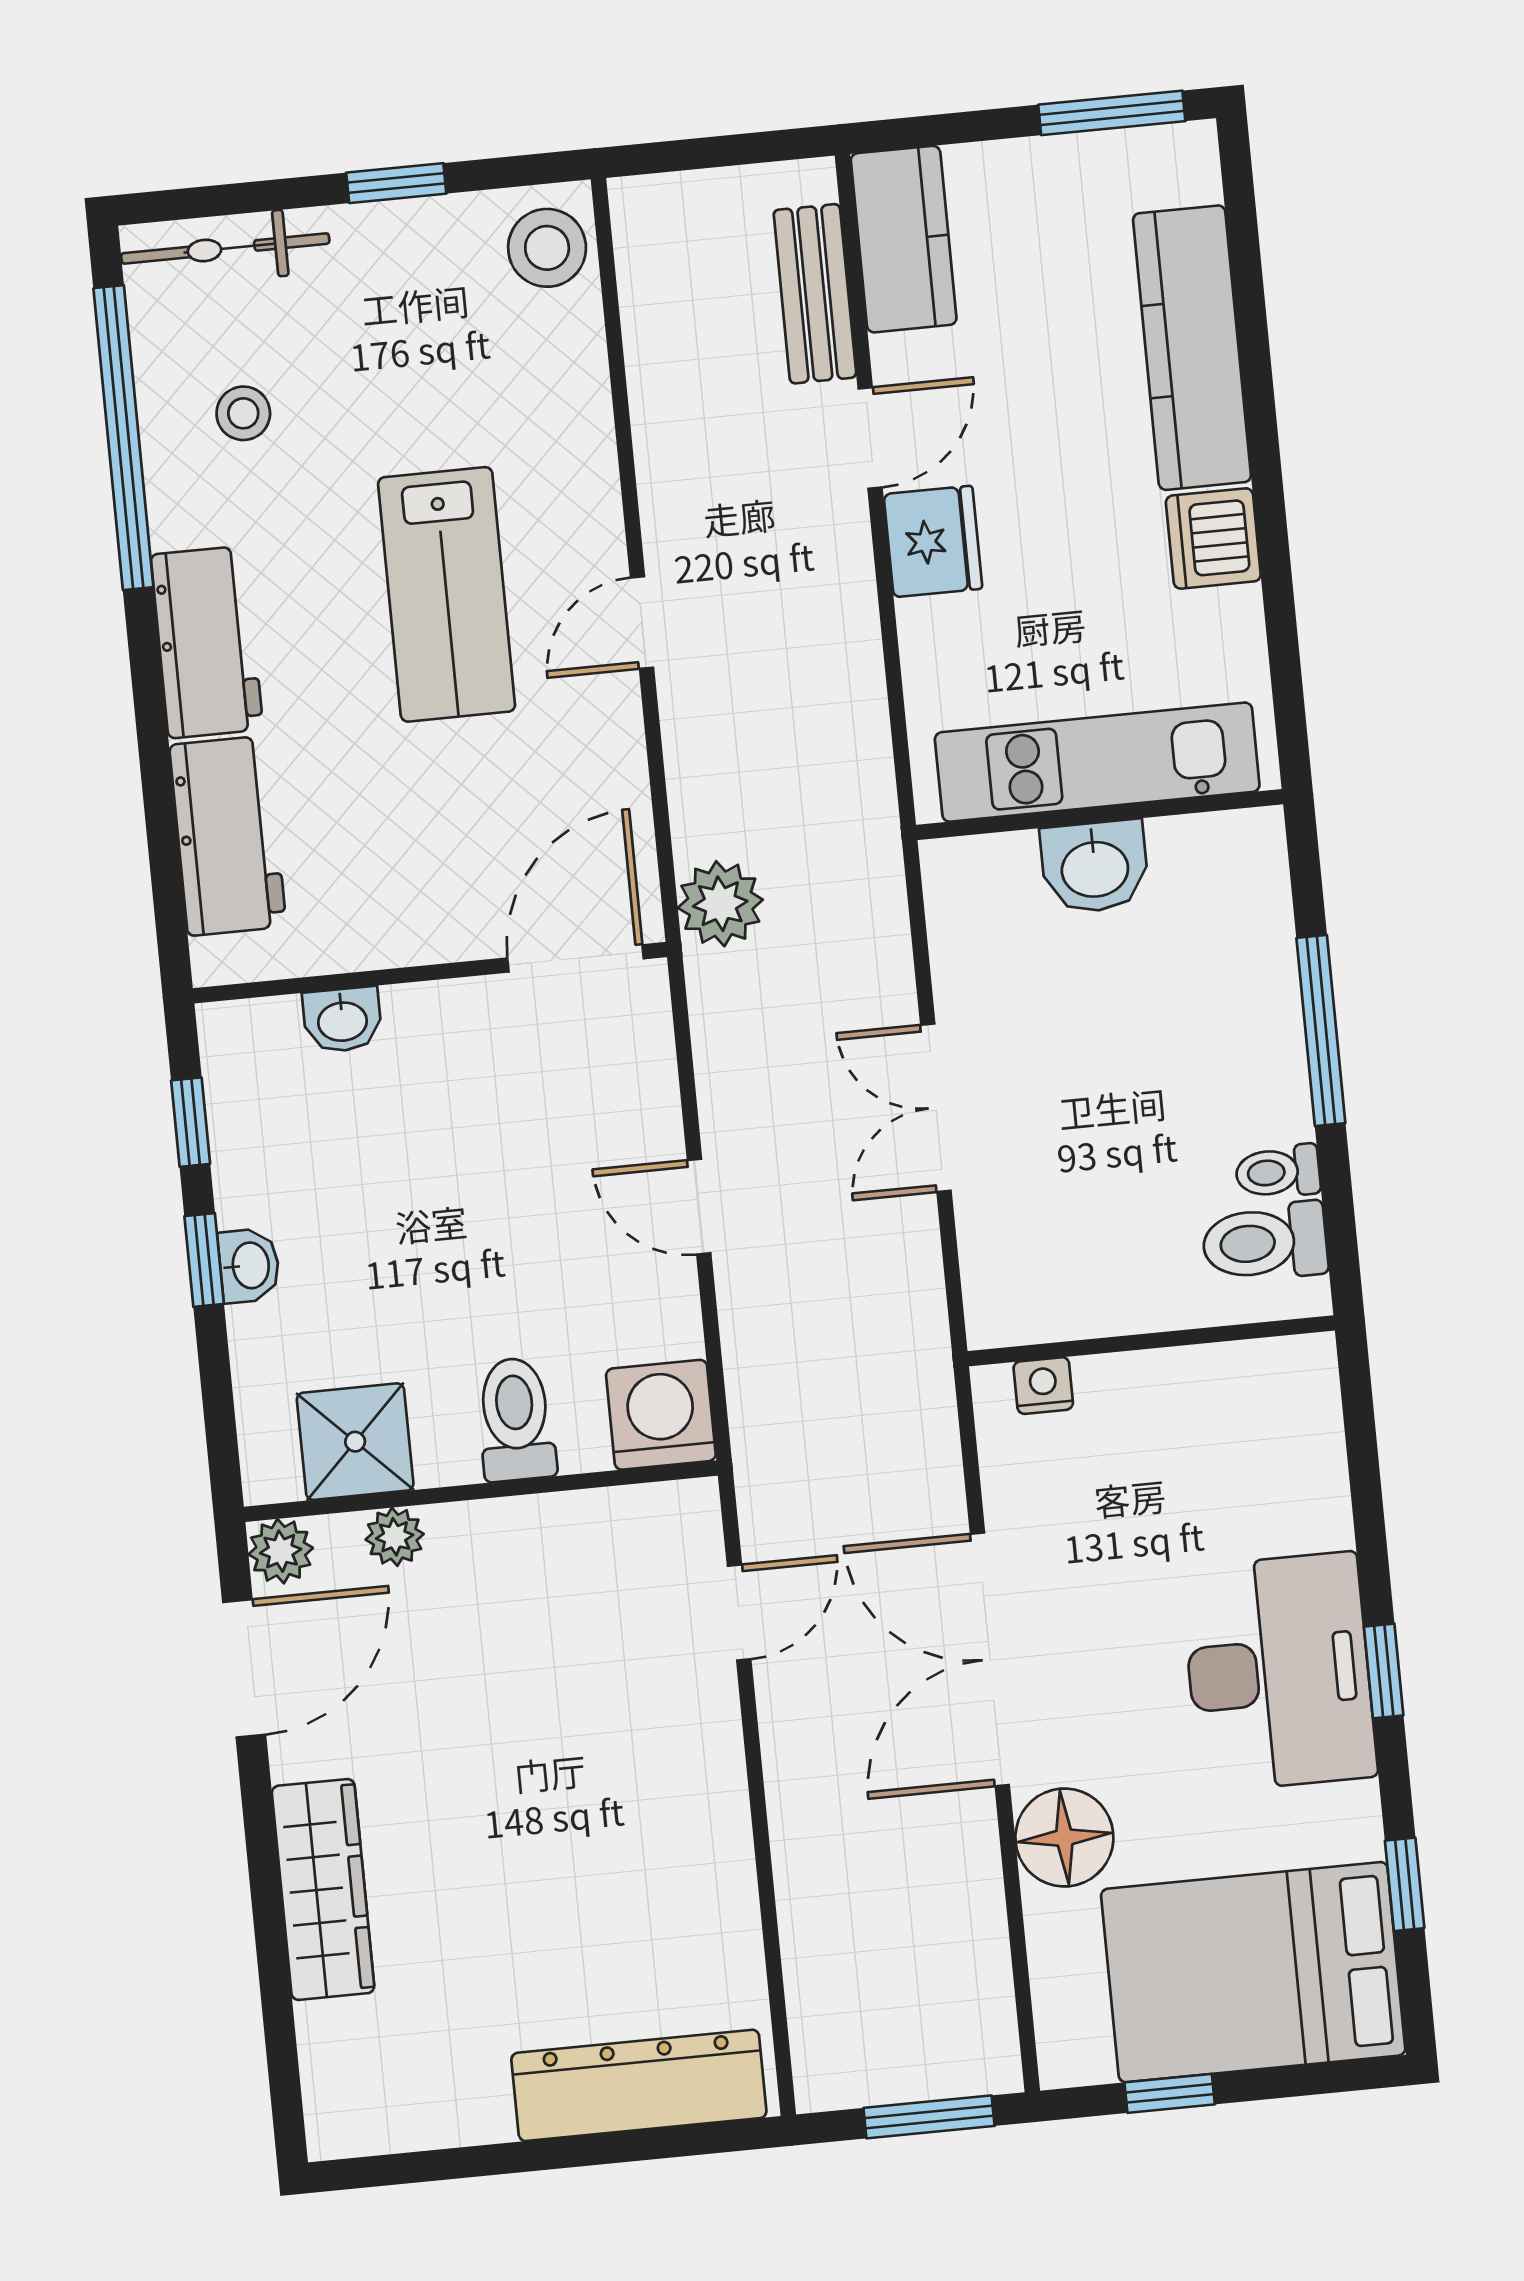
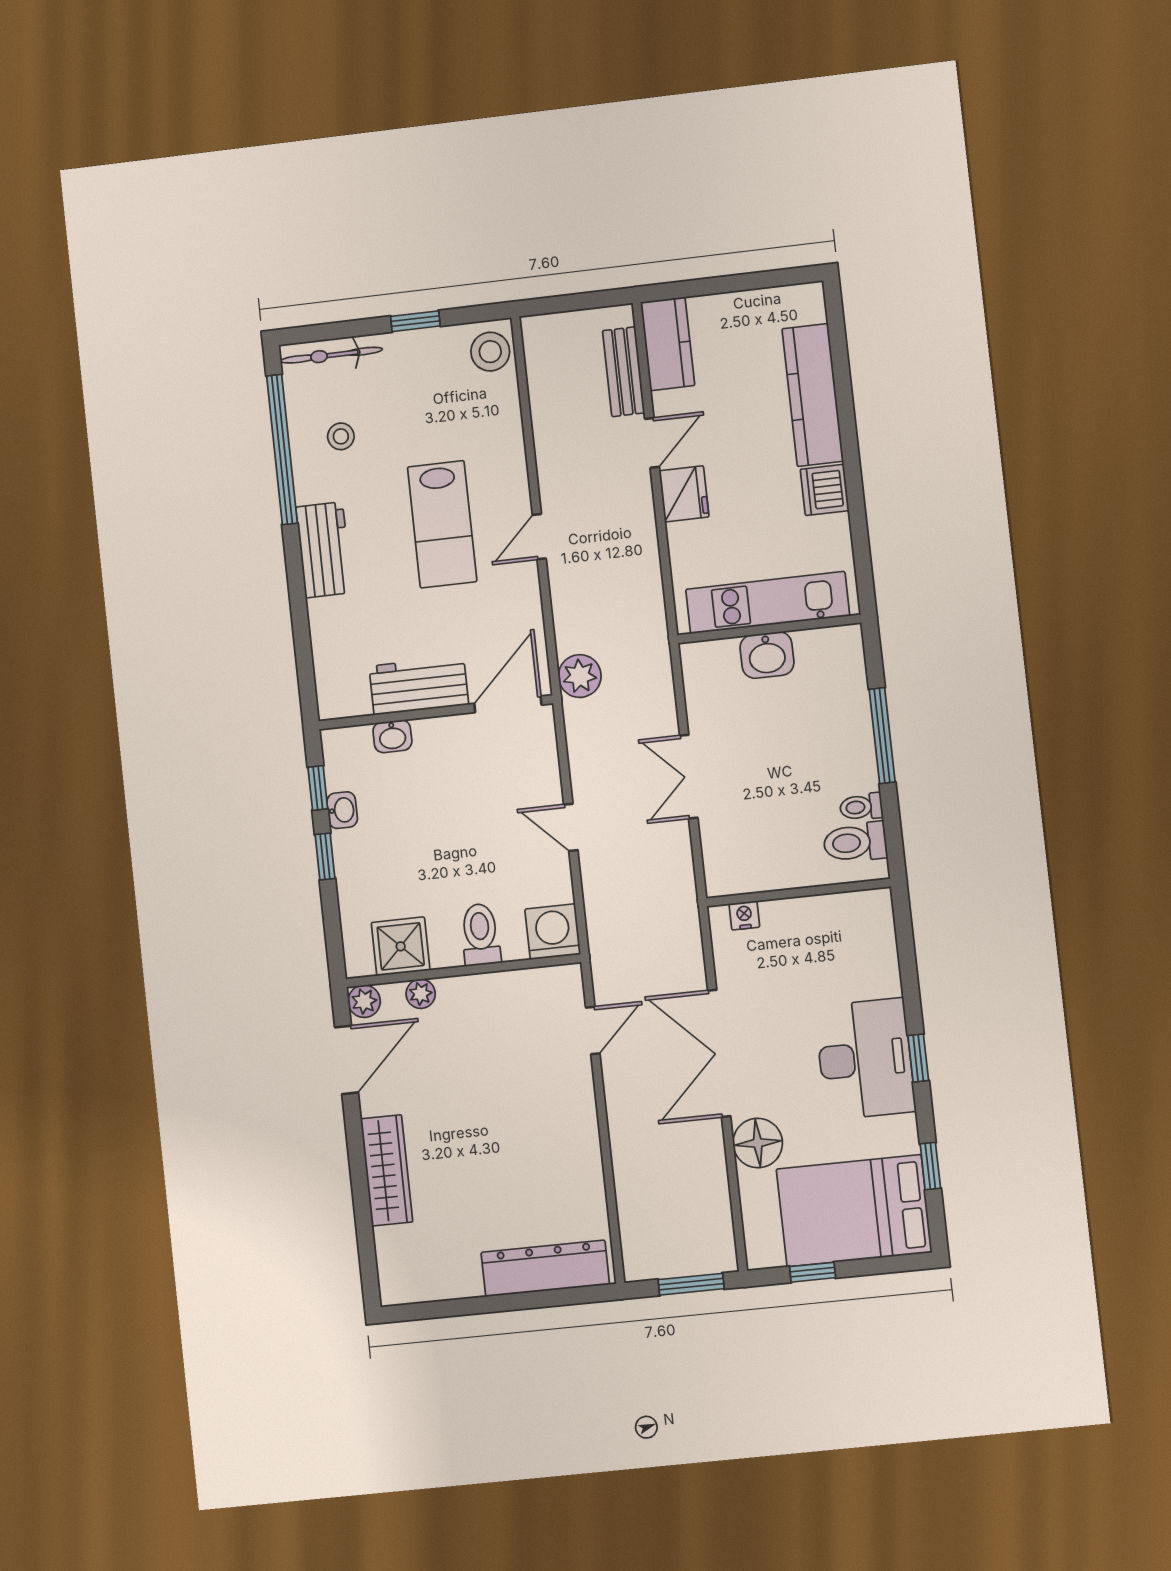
window: (1112, 113) -> (771, 279), removed
workbench: (228, 836) -> (419, 685), moved, turned -90
washbasin: (249, 1266) -> (342, 810), moved

